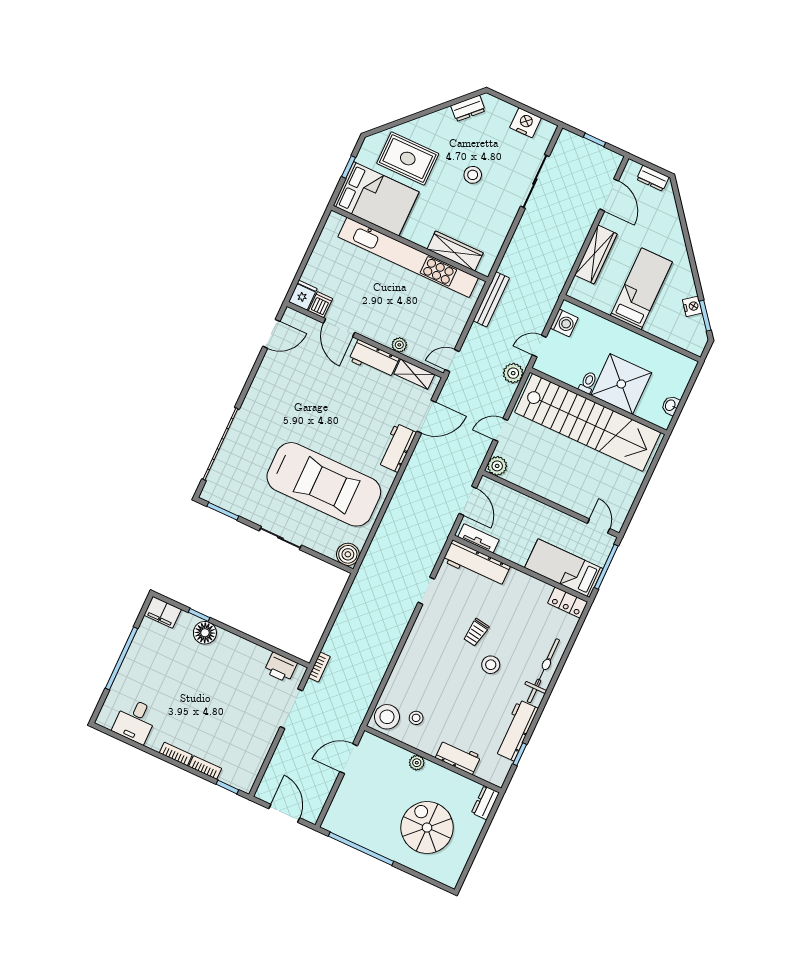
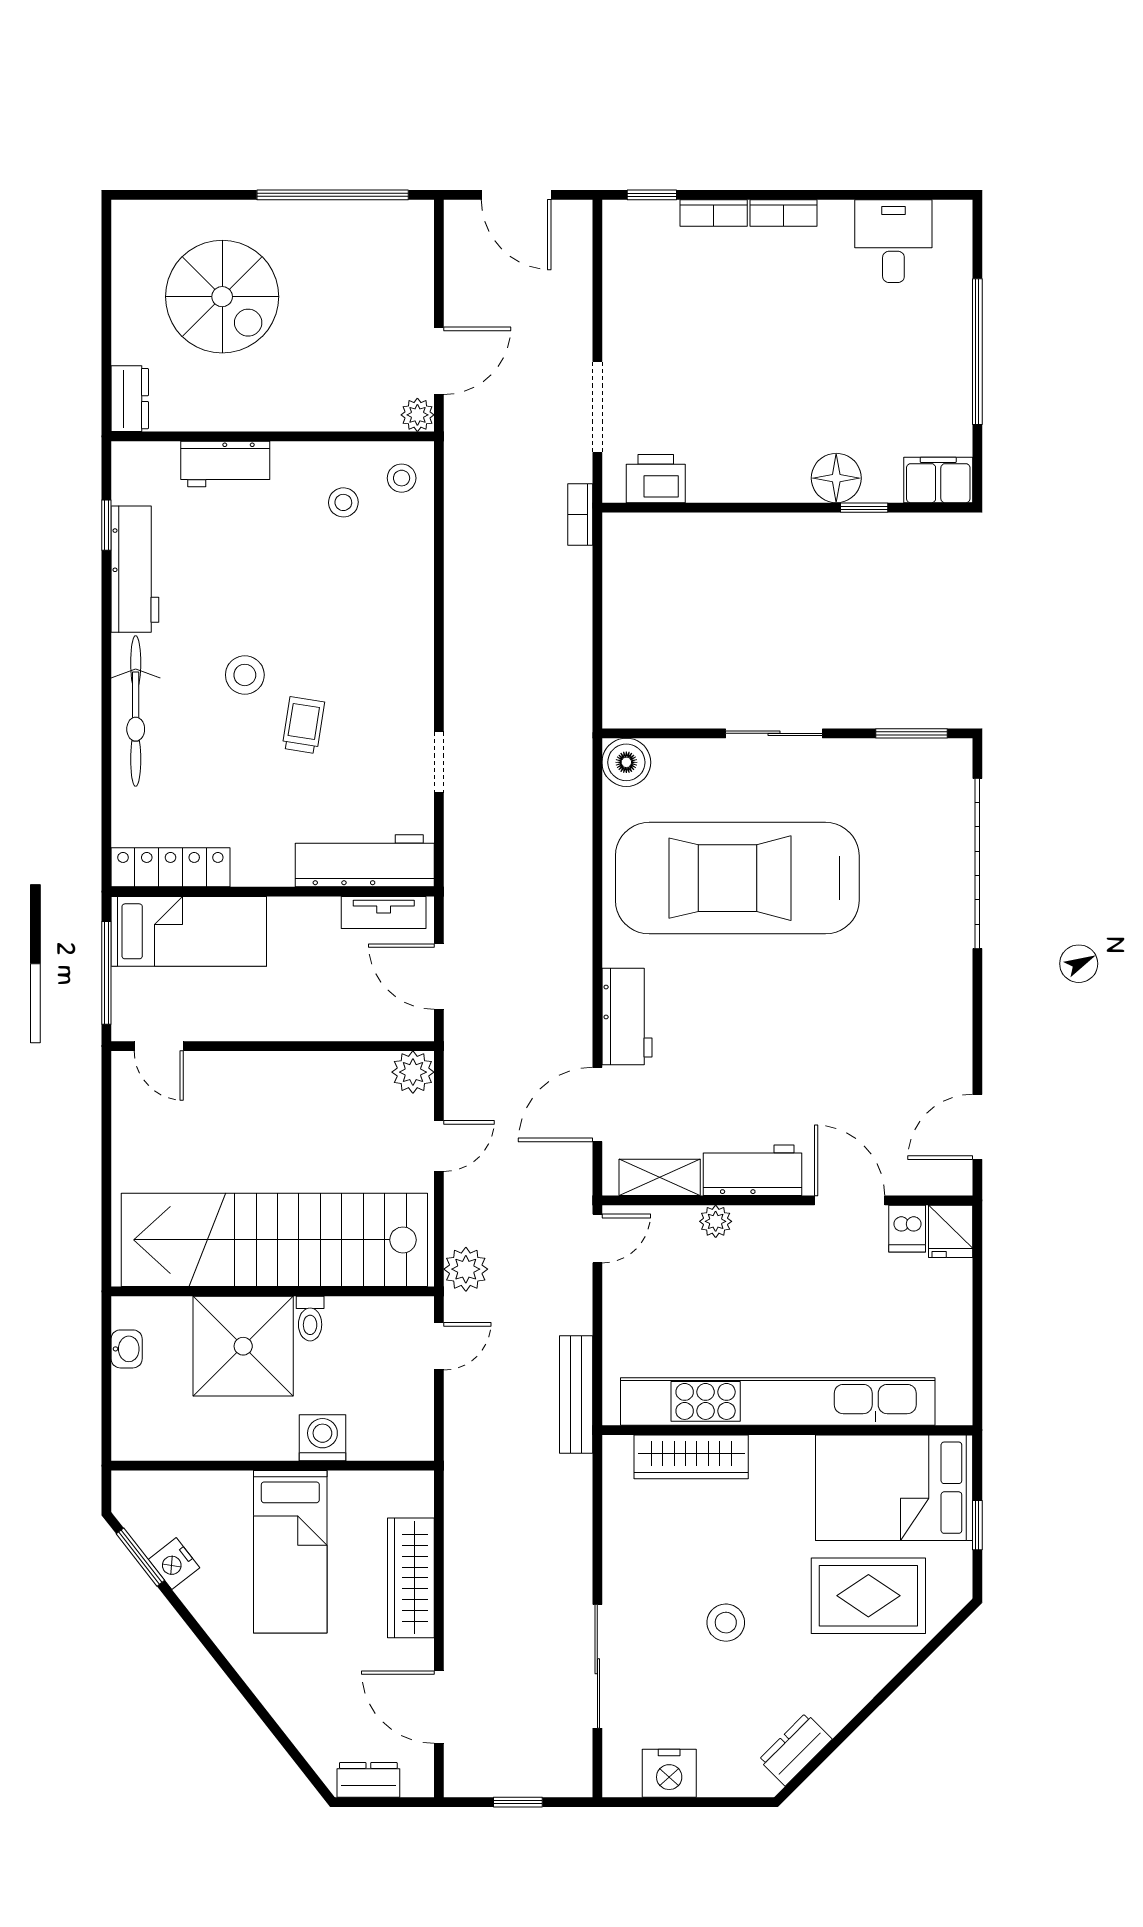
washing machine: (564, 323) -> (322, 1438), moved, turned 90
locker: (568, 603) -> (170, 867), width x1.53
stool: (387, 717) -> (402, 478), width x0.53, depth x0.53
plant: (417, 763) -> (417, 415), moved

